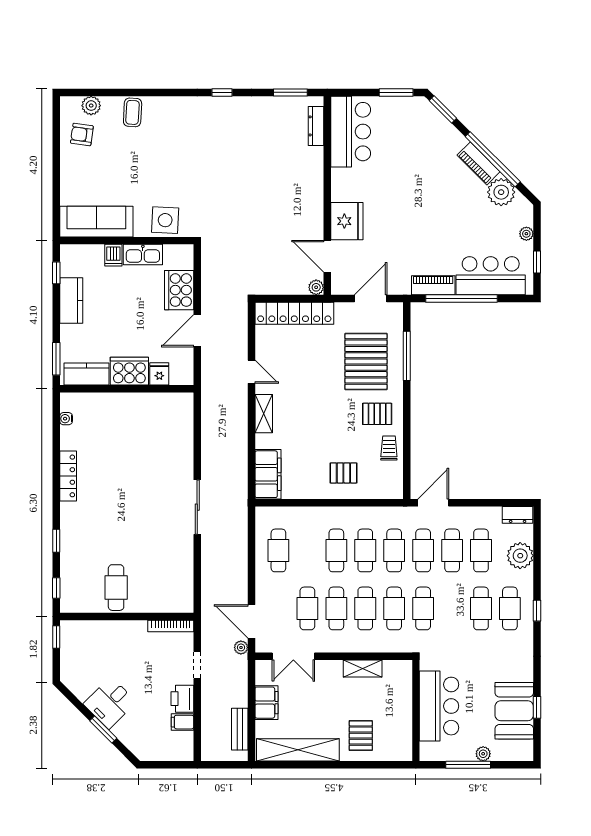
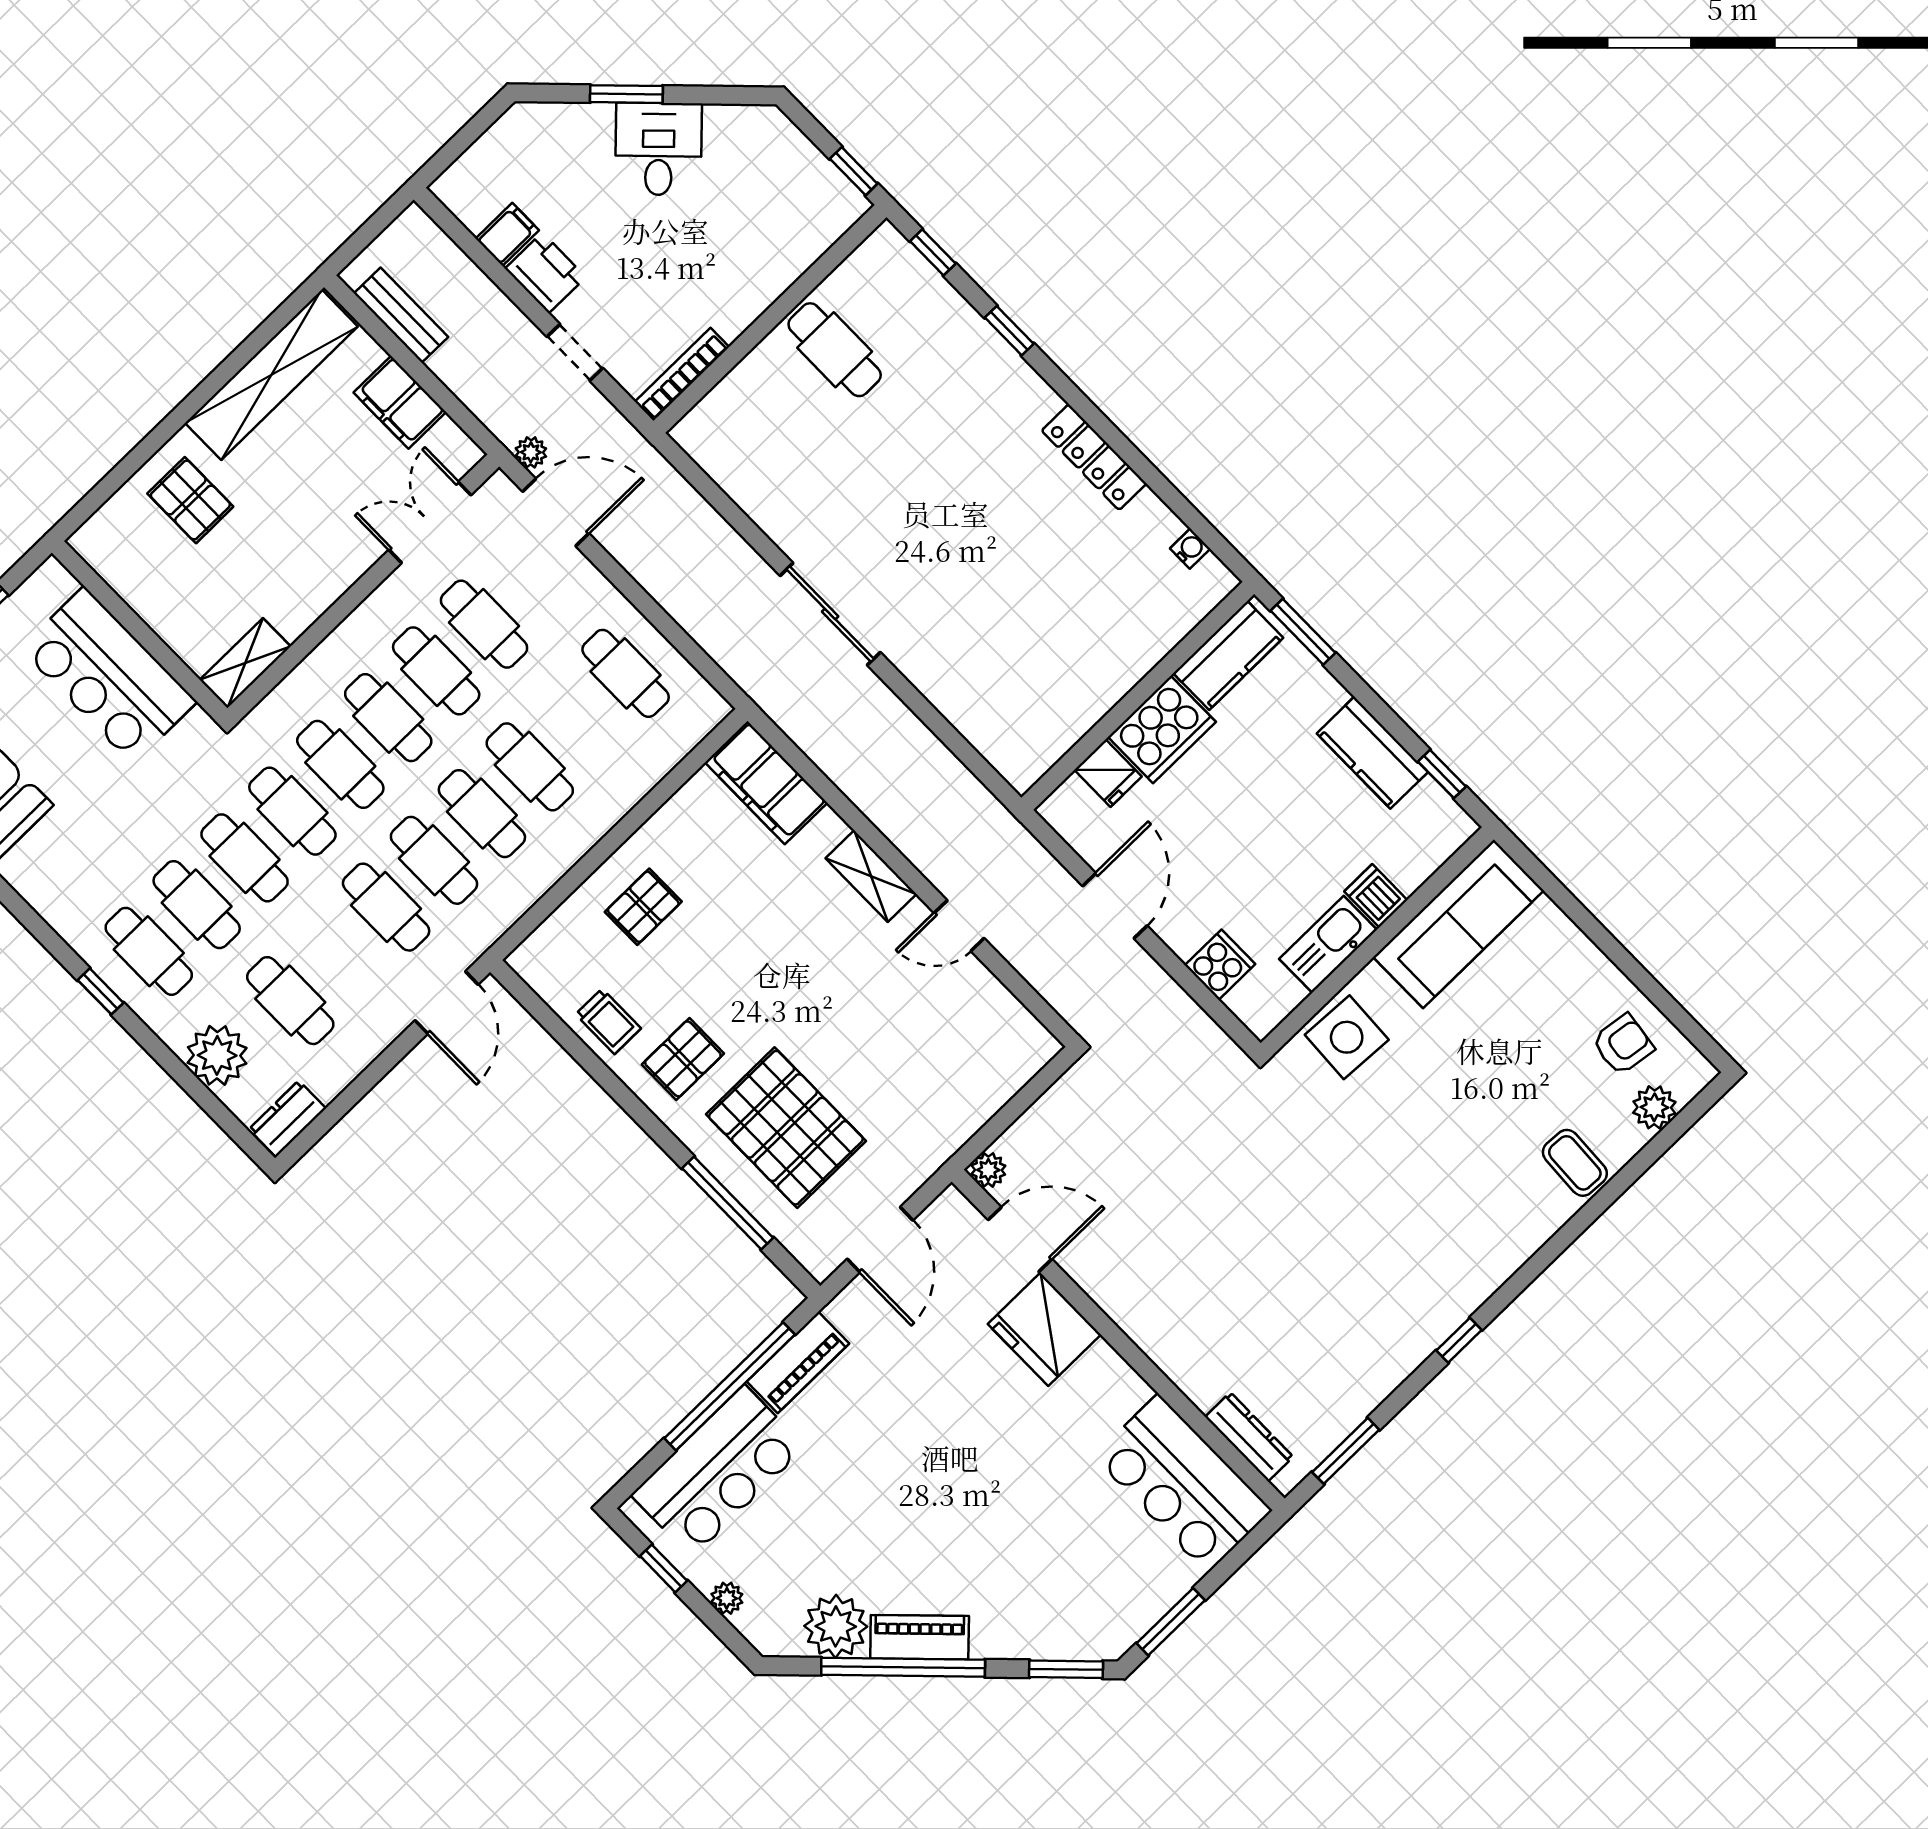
cooker: (179, 290) -> (1220, 965), width x0.53, depth x0.76
locker: (294, 313) -> (983, 1092), removed
cafe table: (452, 550) -> (245, 858), moved
shelving: (363, 669) -> (245, 663), moved

